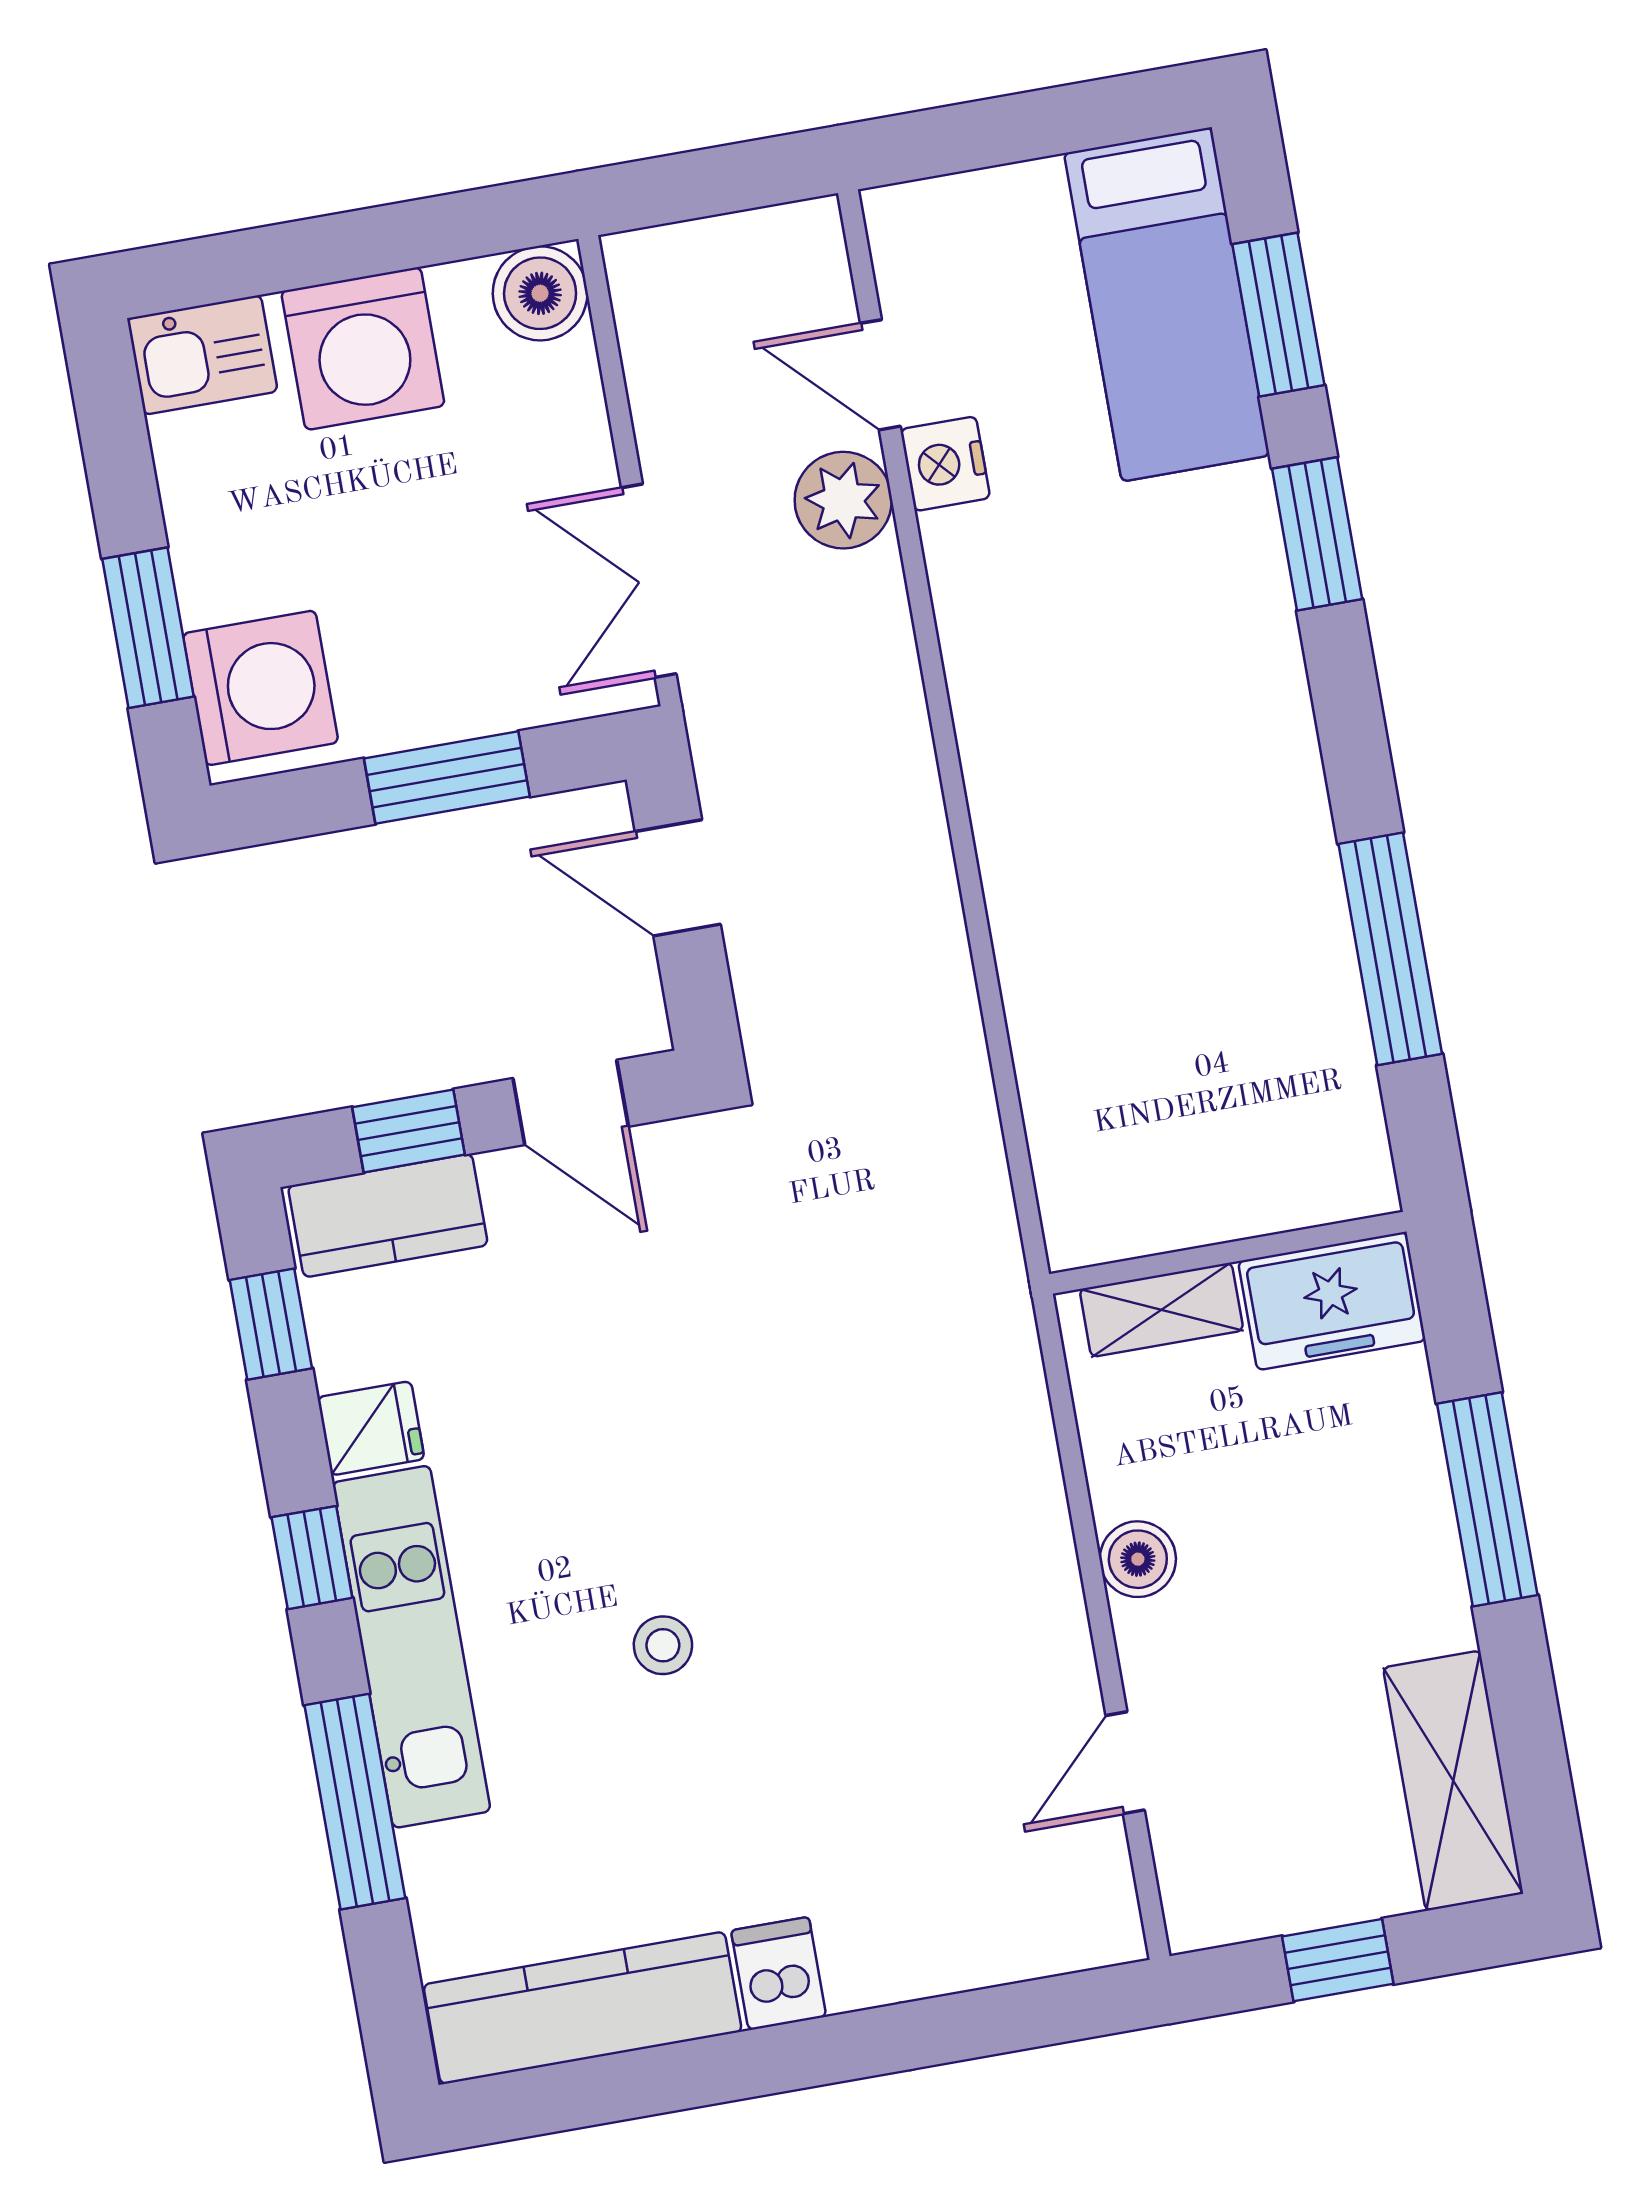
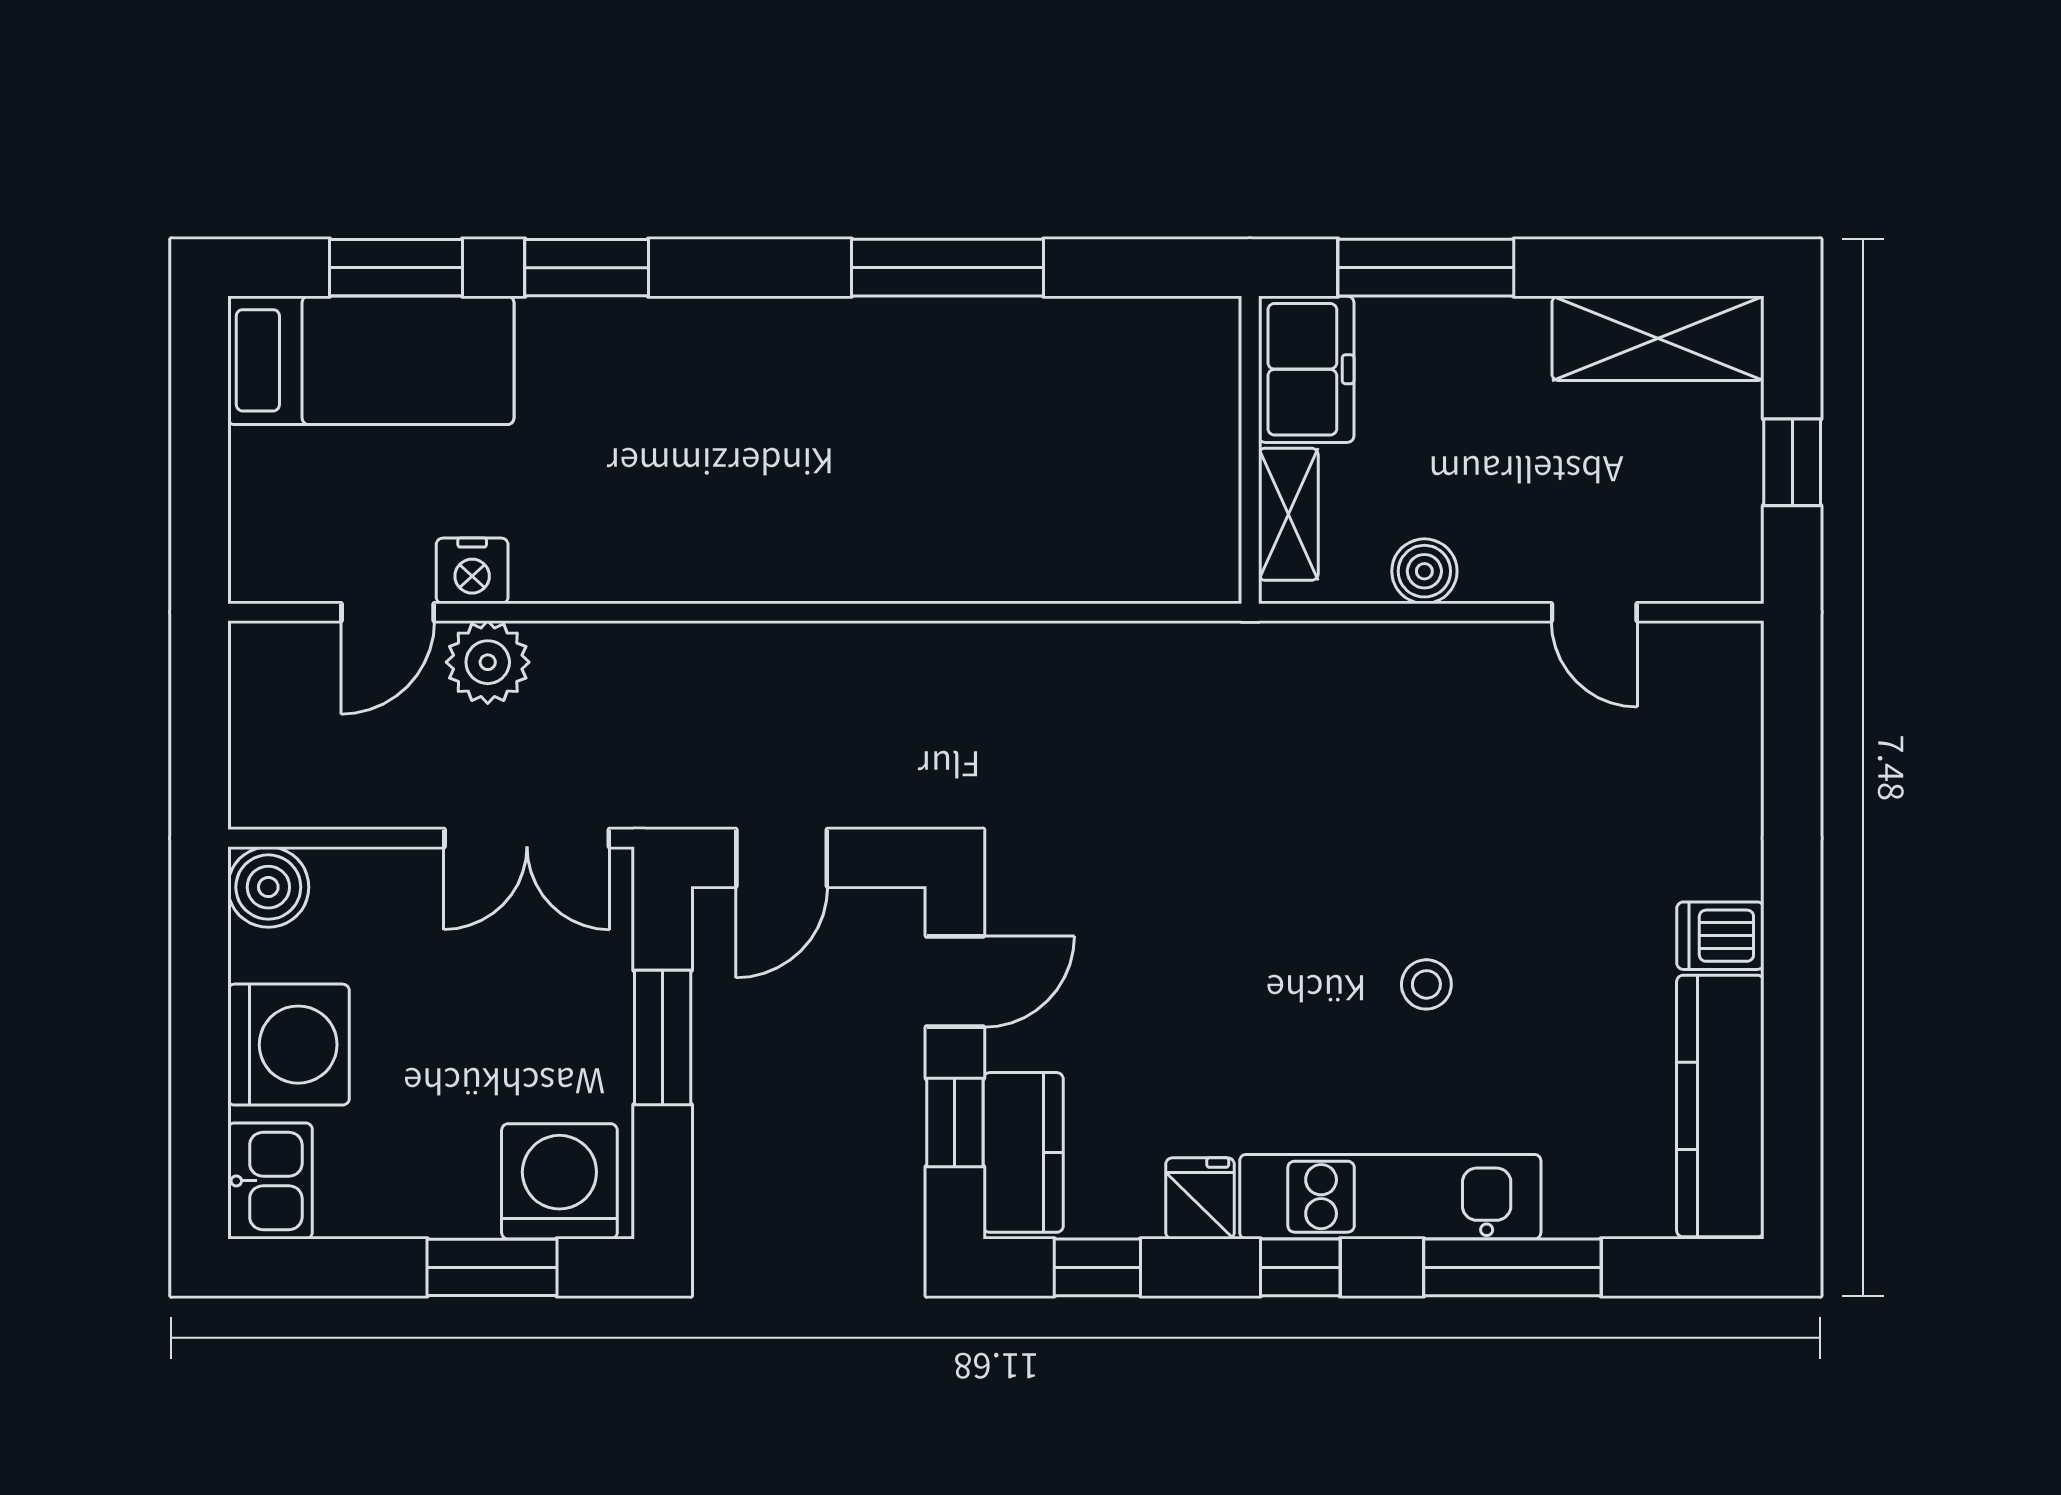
wall: (1228, 1253) -> (1250, 450), moved
freezer: (1332, 1301) -> (1306, 369), moved
shelving: (1161, 1310) -> (1288, 514), moved

